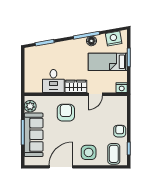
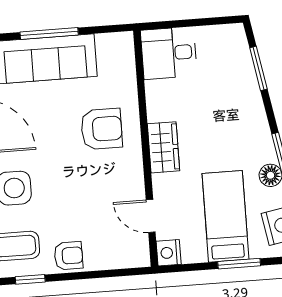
desk: (53, 81) -> (169, 53), moved
door: (95, 94) -> (151, 216), moved
plant: (30, 106) -> (110, 46), removed

